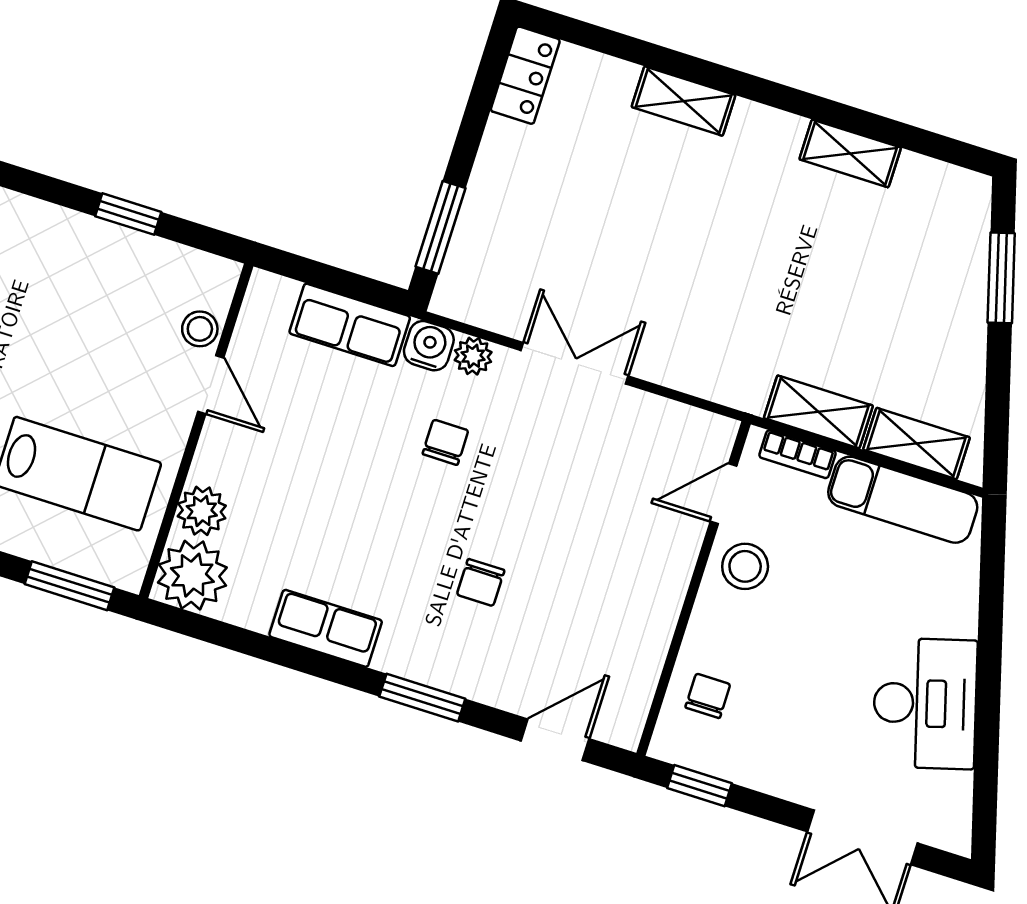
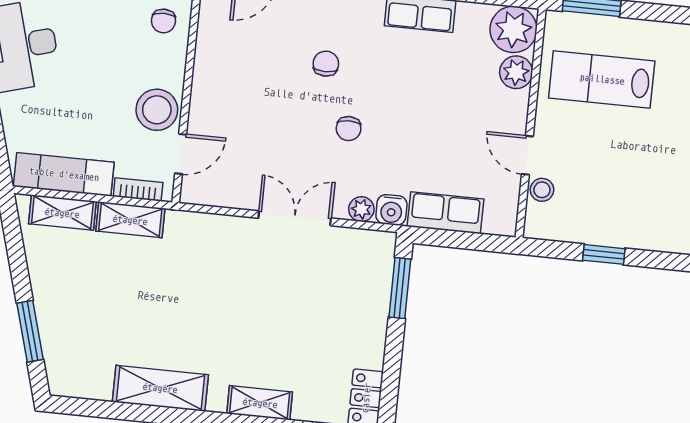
shelving: (850, 153) -> (160, 388), width x1.50, depth x1.33
double door: (575, 363) -> (295, 218), swing flipped
chair: (445, 442) -> (349, 129), moved
stool: (745, 566) -> (157, 110), width x1.38, depth x1.38

